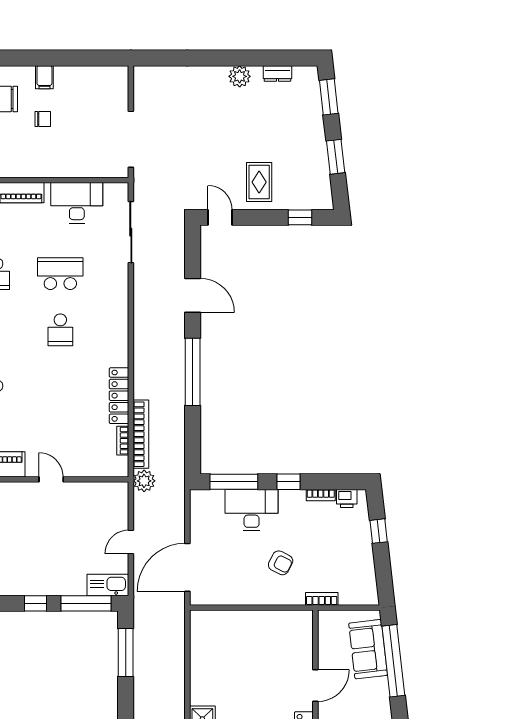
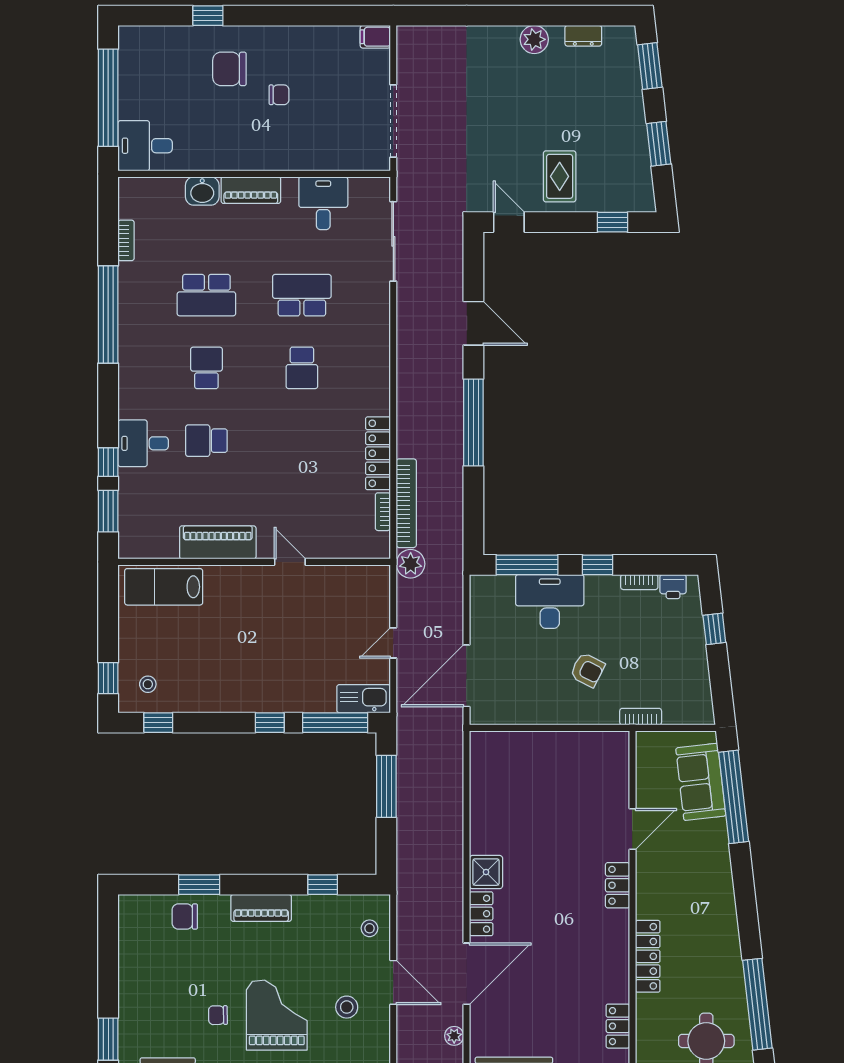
filing cabinet: (44, 77) -> (375, 37), moved, turned 90
desk: (77, 203) -> (323, 203), width x0.73

